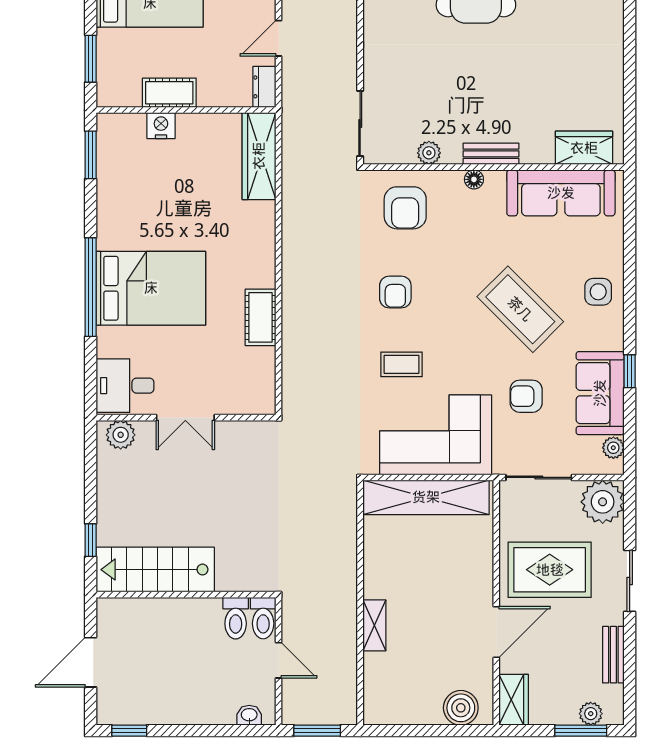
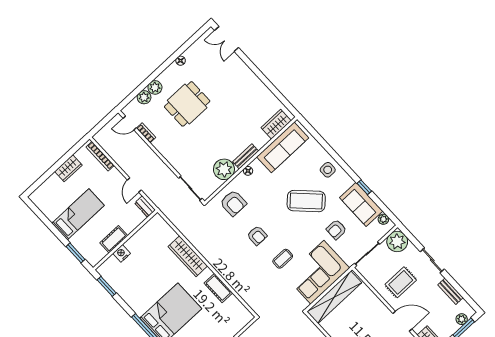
plant: (429, 153) -> (224, 169), width x1.88, depth x1.88
wardrobe: (259, 156) -> (188, 256), moved
rug: (550, 570) -> (401, 282), width x0.73, depth x0.70
door: (496, 632) -> (402, 321), hinge flipped

